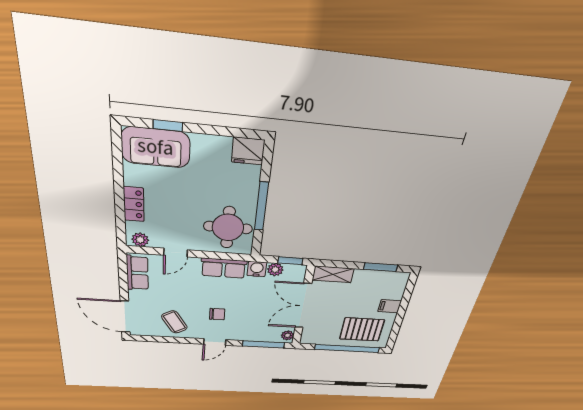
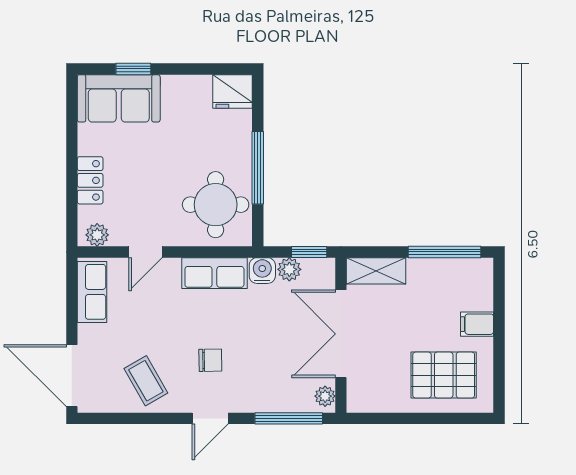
window: (381, 267) -> (445, 252), width x1.44
window: (347, 349) -> (428, 418), removed

